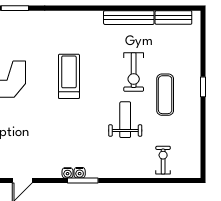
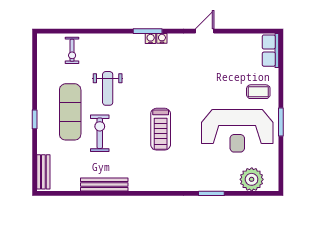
bench: (173, 17) -> (43, 172), moved, turned 90
exercise mat: (165, 95) -> (70, 112), width x1.36, depth x1.45

